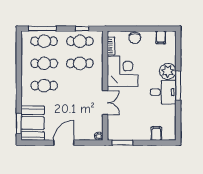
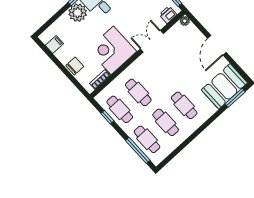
printer: (113, 129) -> (168, 15), added
door: (64, 143) -> (217, 45), hinge flipped

